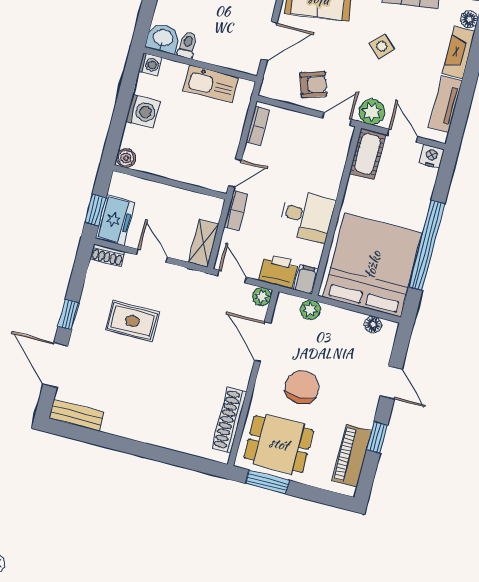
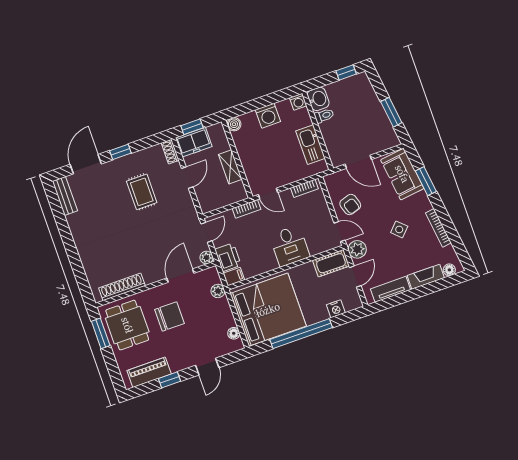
nightstand: (431, 156) -> (336, 309), moved, turned 90
desk: (307, 216) -> (290, 246), moved
shelving: (204, 243) -> (230, 167), moved, turned 90

